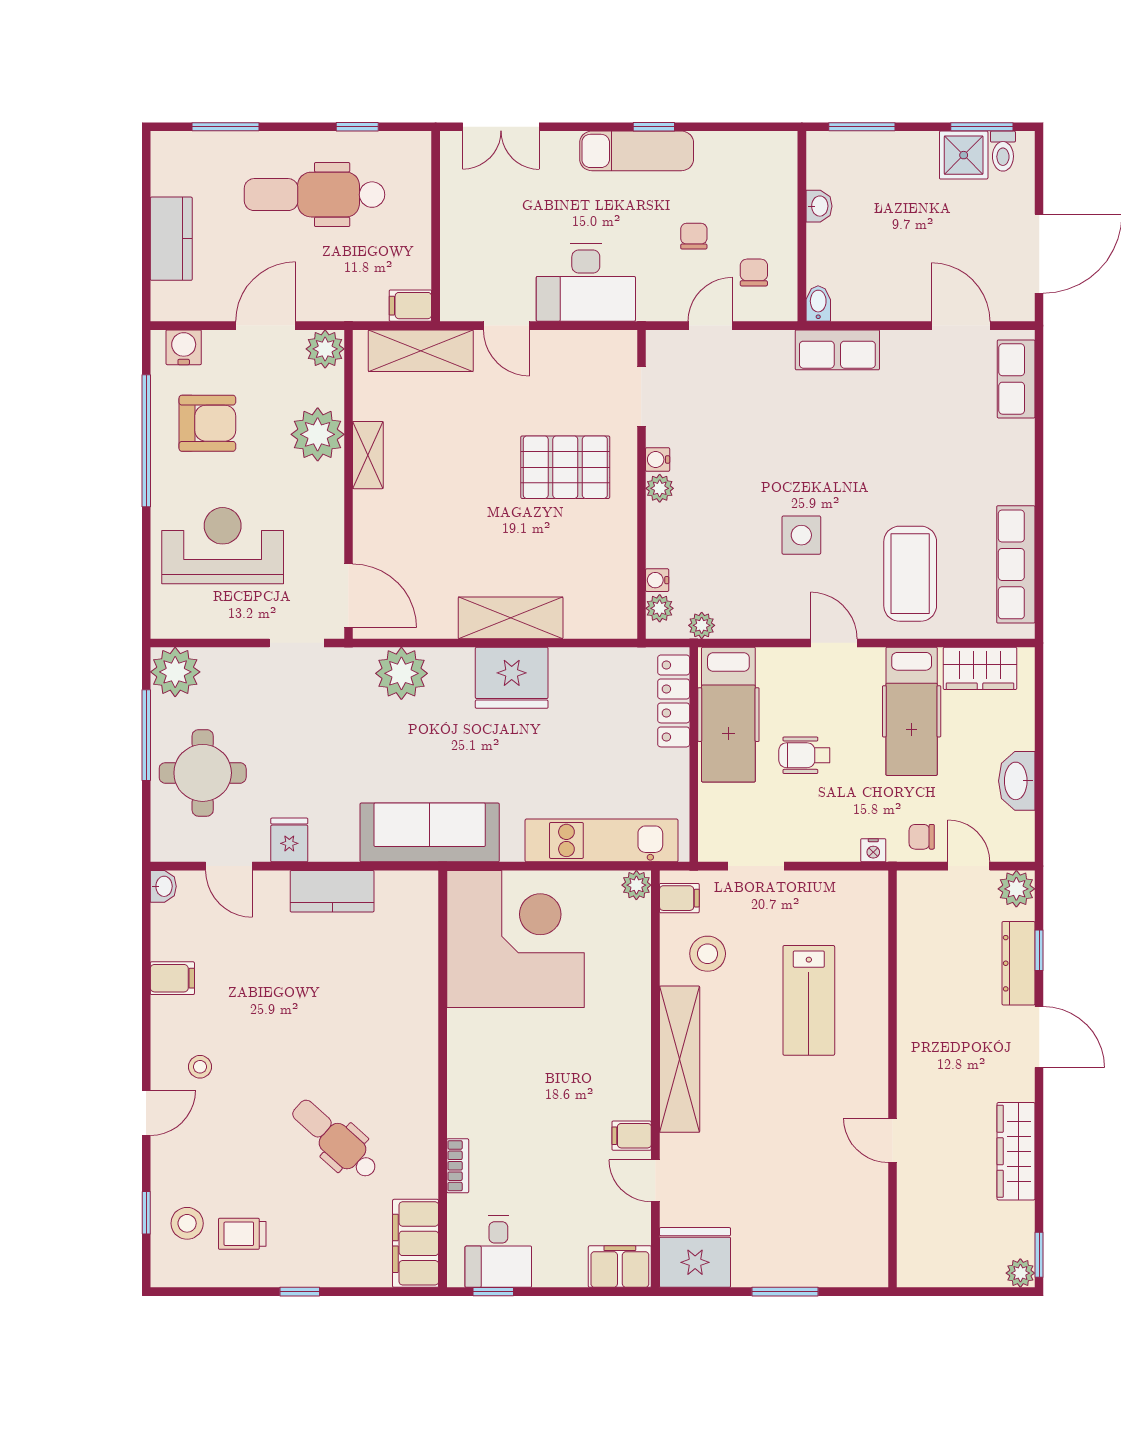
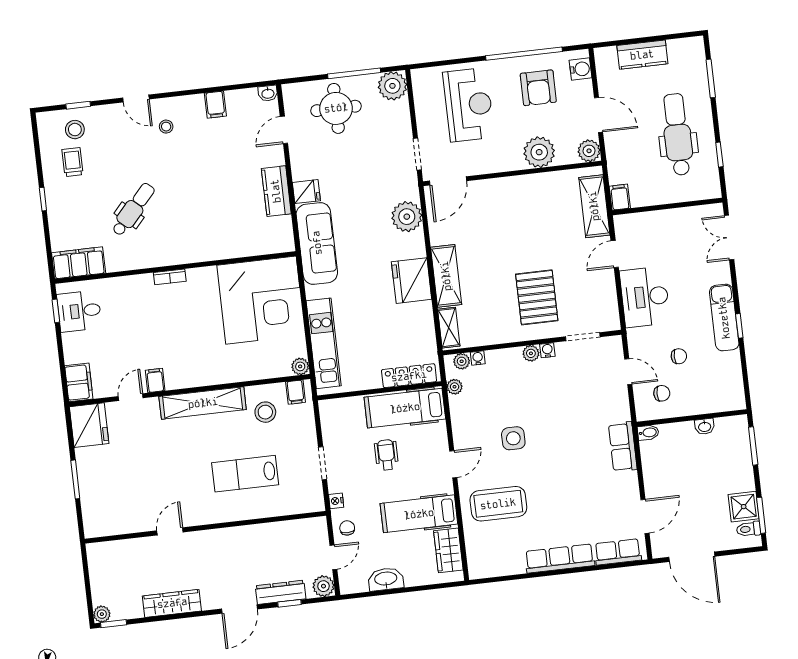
shelving: (368, 455) -> (449, 328), moved, turned 90
row of seats: (1016, 564) -> (560, 558), moved
fridge: (289, 840) -> (306, 192), moved
doorway: (756, 866) -> (322, 463), moved
bookcase: (458, 1166) -> (170, 277), moved

